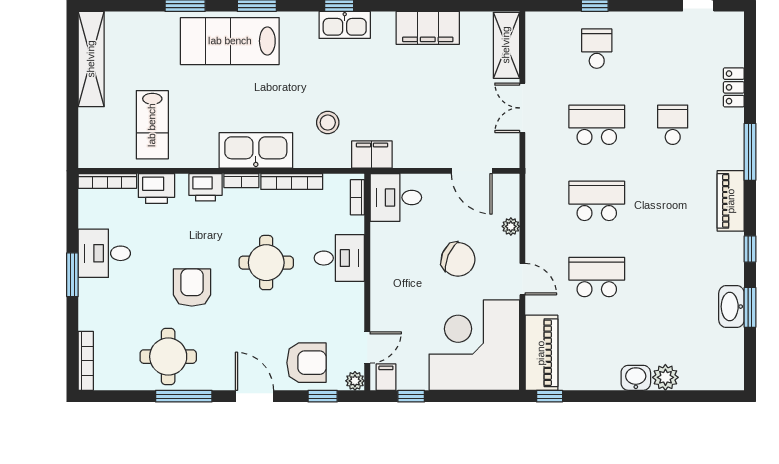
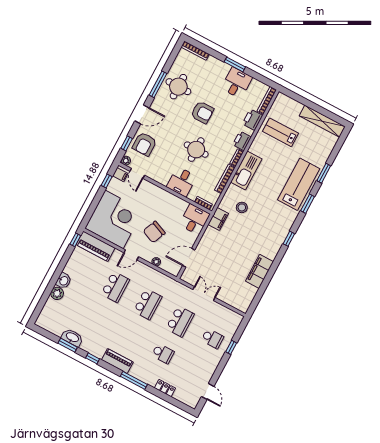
kitchen sink: (345, 25) -> (279, 237), removed
shelving: (506, 45) -> (234, 301), removed

